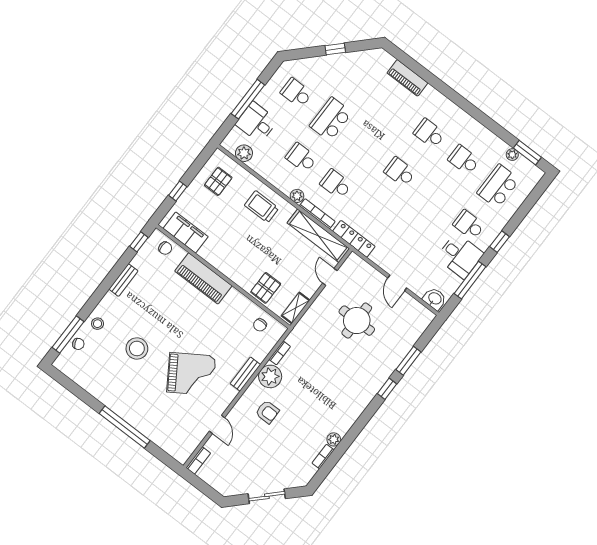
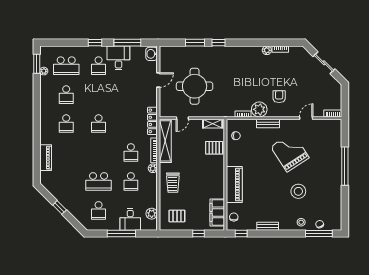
round table: (357, 321) -> (195, 86), width x1.36, depth x1.36

